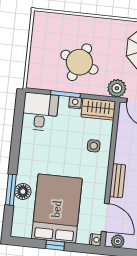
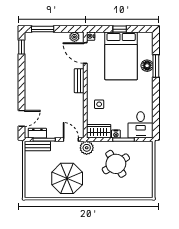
round table: (79, 62) -> (116, 164), turned 36

